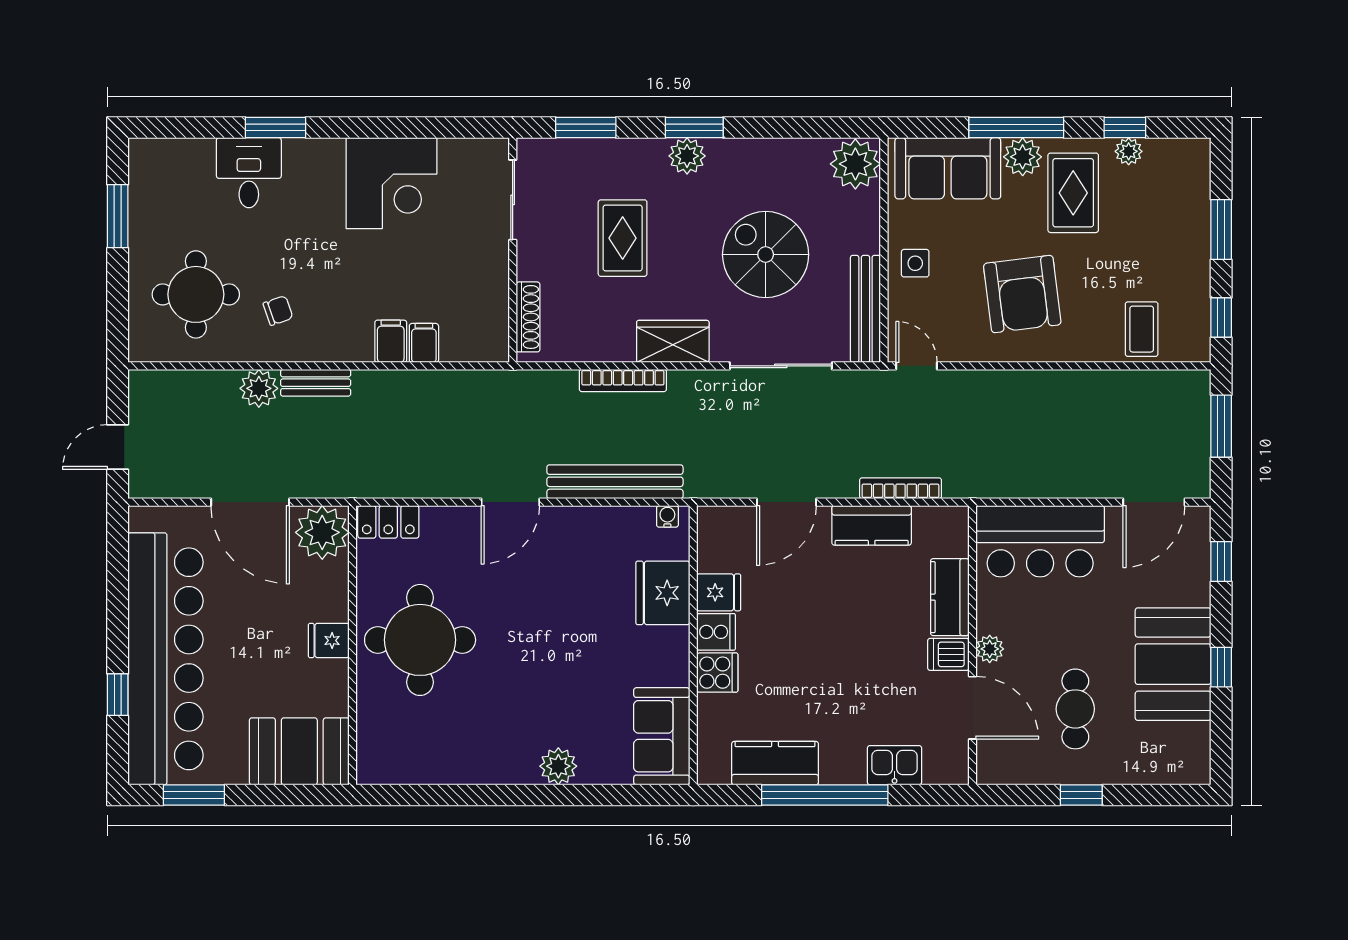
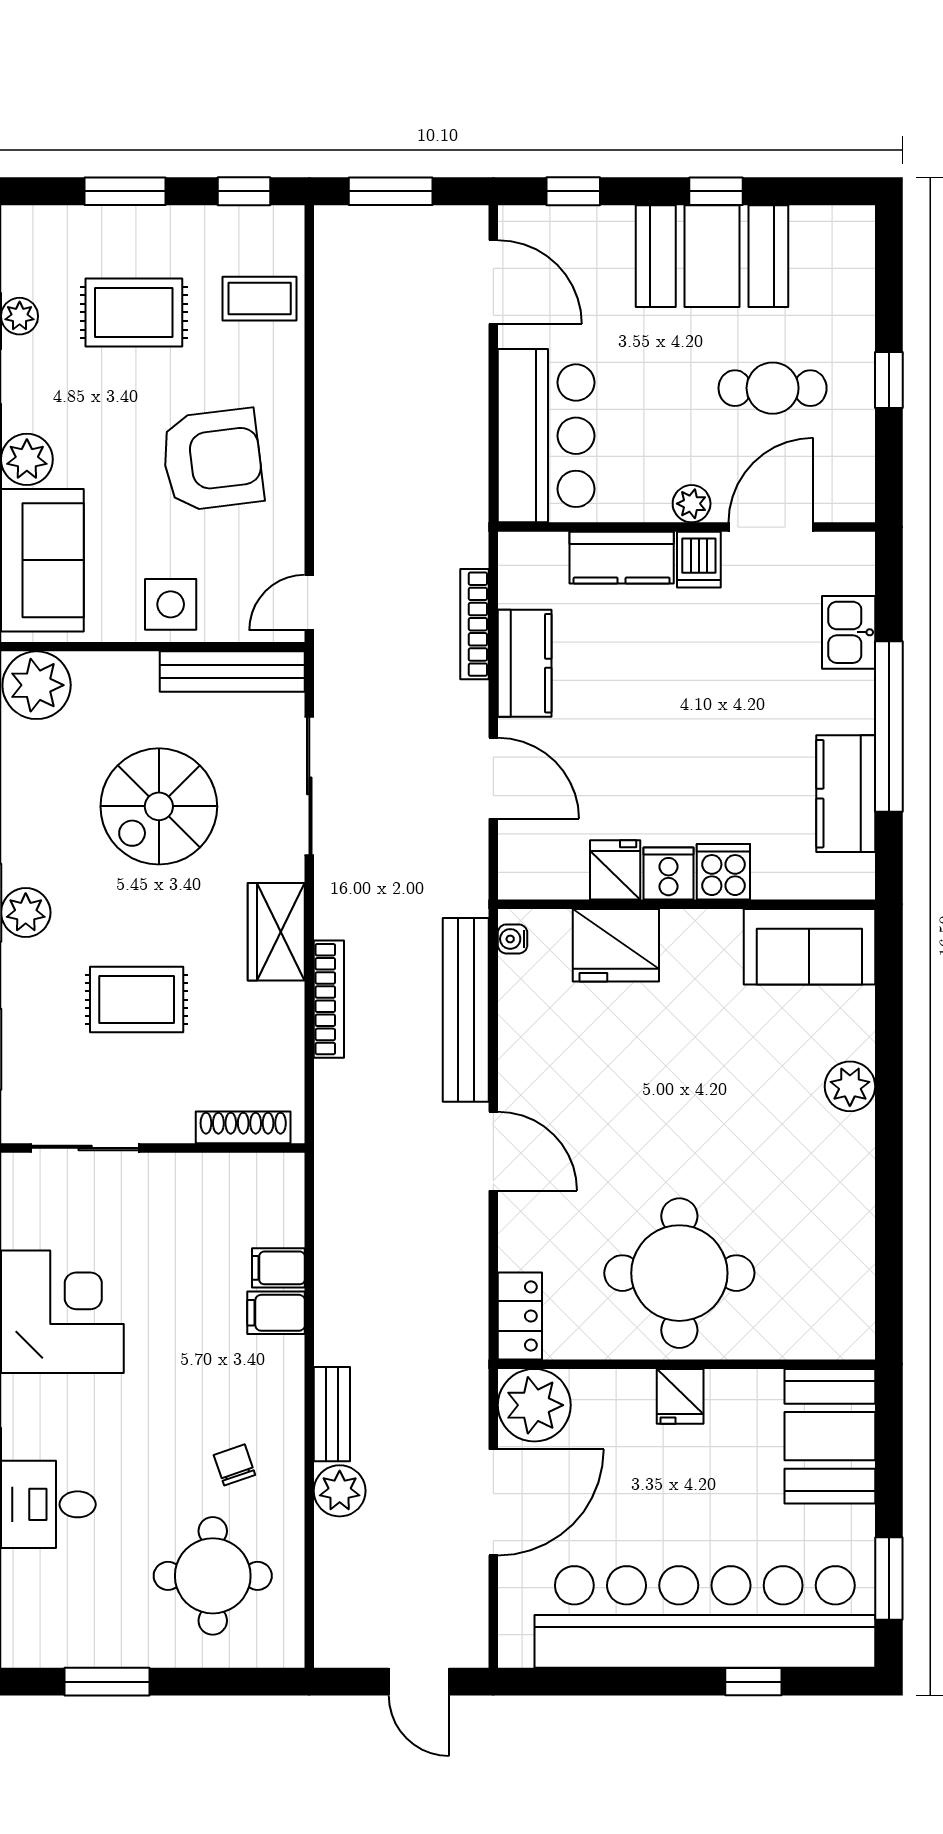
rug: (1073, 193) -> (134, 312), moved
side table: (915, 263) -> (171, 604), width x1.37, depth x1.37

